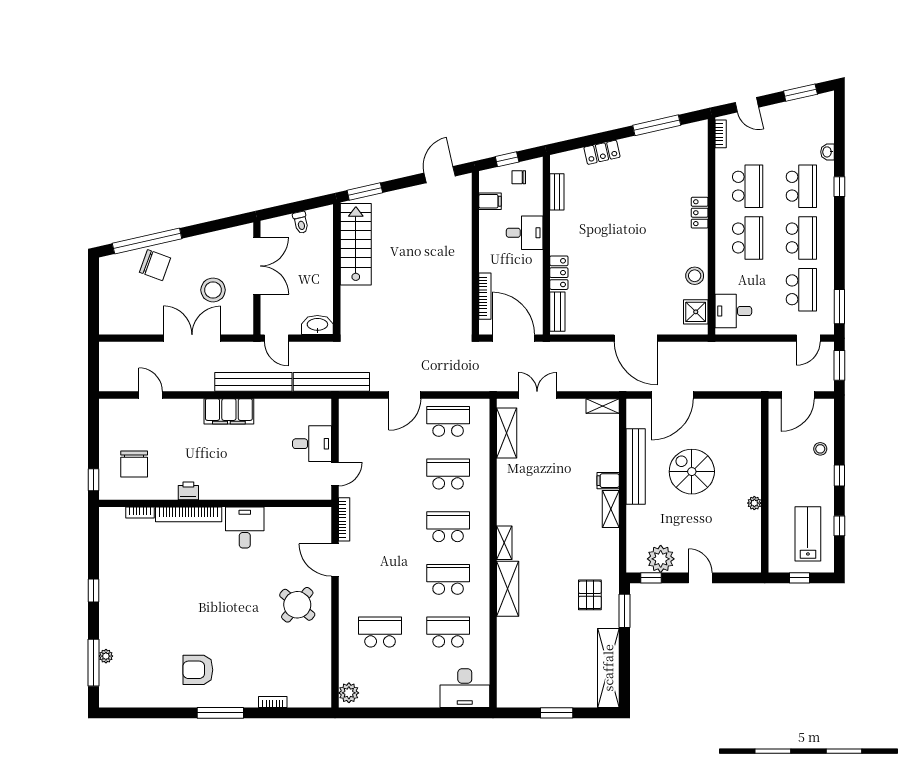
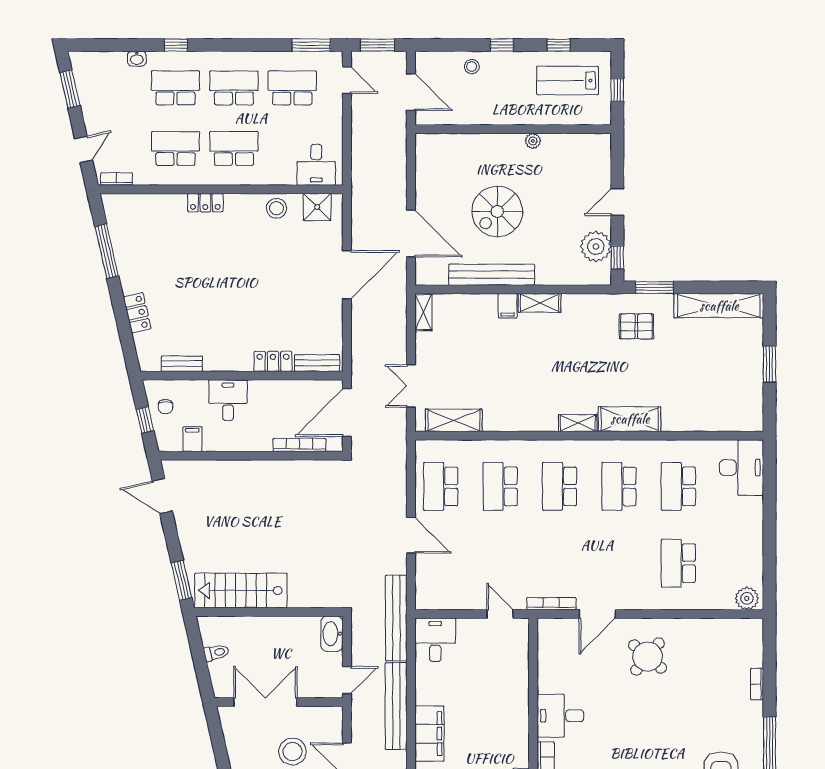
desk: (312, 444) -> (435, 640), moved

